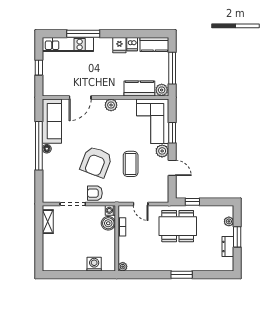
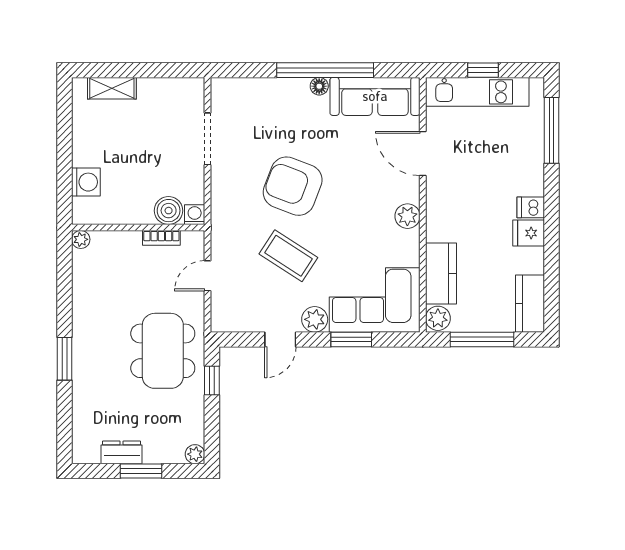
window: (83, 34) -> (551, 130), moved
dishwasher: (132, 44) -> (531, 207), moved
kitchen unit: (68, 45) -> (477, 92), moved, turned -90
coffee table: (131, 164) -> (288, 256), turned 33
armchair: (95, 193) -> (229, 183), removed
plant: (229, 221) -> (195, 454), moved
shelving: (48, 222) -> (112, 88), moved

